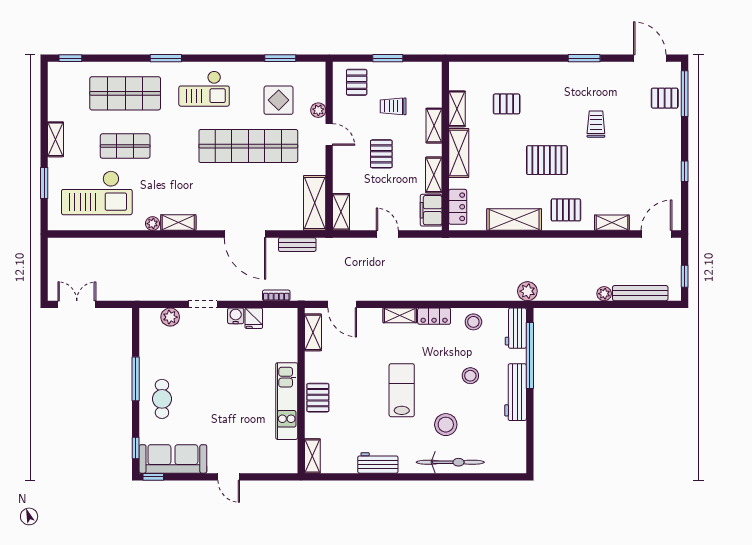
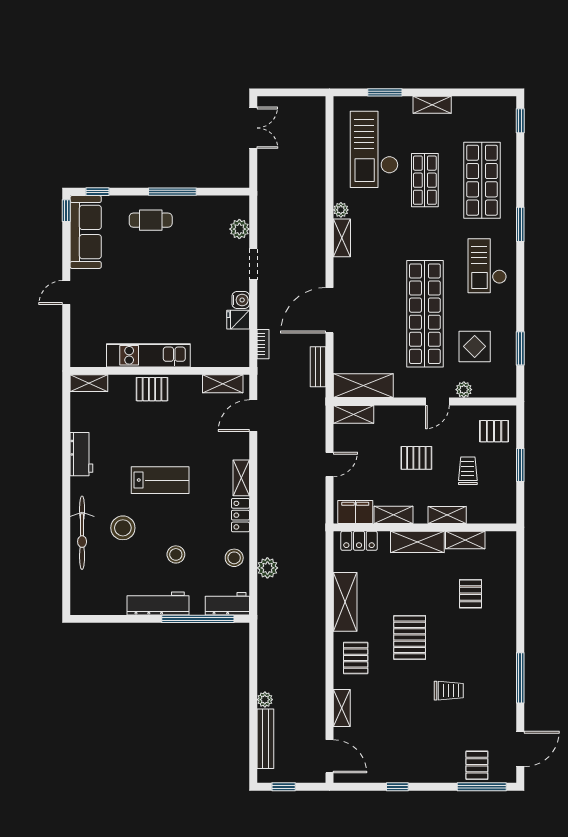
window: (584, 58) -> (520, 678), width x1.44
plant: (527, 291) -> (267, 568), moved

